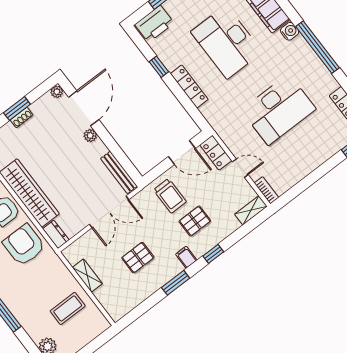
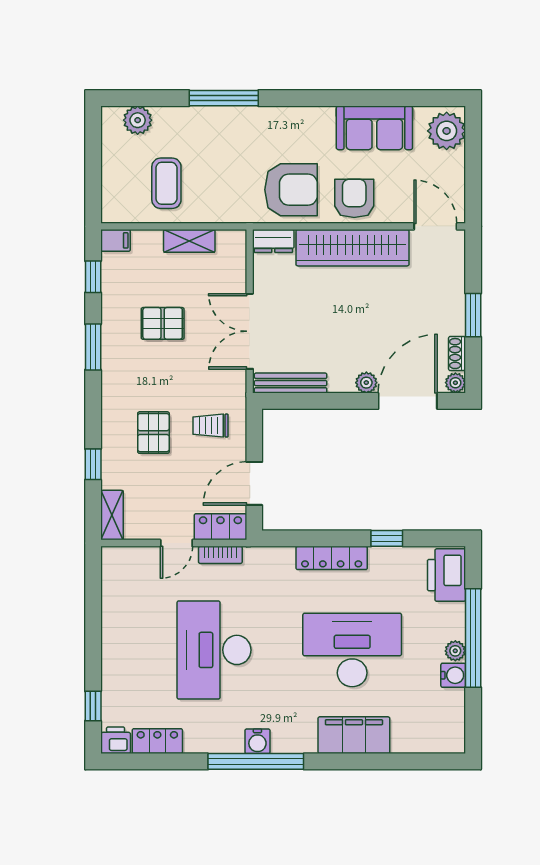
water cooler: (290, 31) -> (257, 741), moved
door: (84, 108) -> (408, 401), swing flipped
shoe rack: (22, 117) -> (457, 354), moved
bookcase: (266, 190) -> (220, 555), moved
trolley: (170, 196) -> (210, 426), width x0.73, depth x0.72
window: (213, 254) -> (93, 464), moved
filing cabinet: (186, 257) -> (115, 240), moved
pallet: (138, 258) -> (163, 323), turned 90
window: (141, 309) -> (93, 277), added

